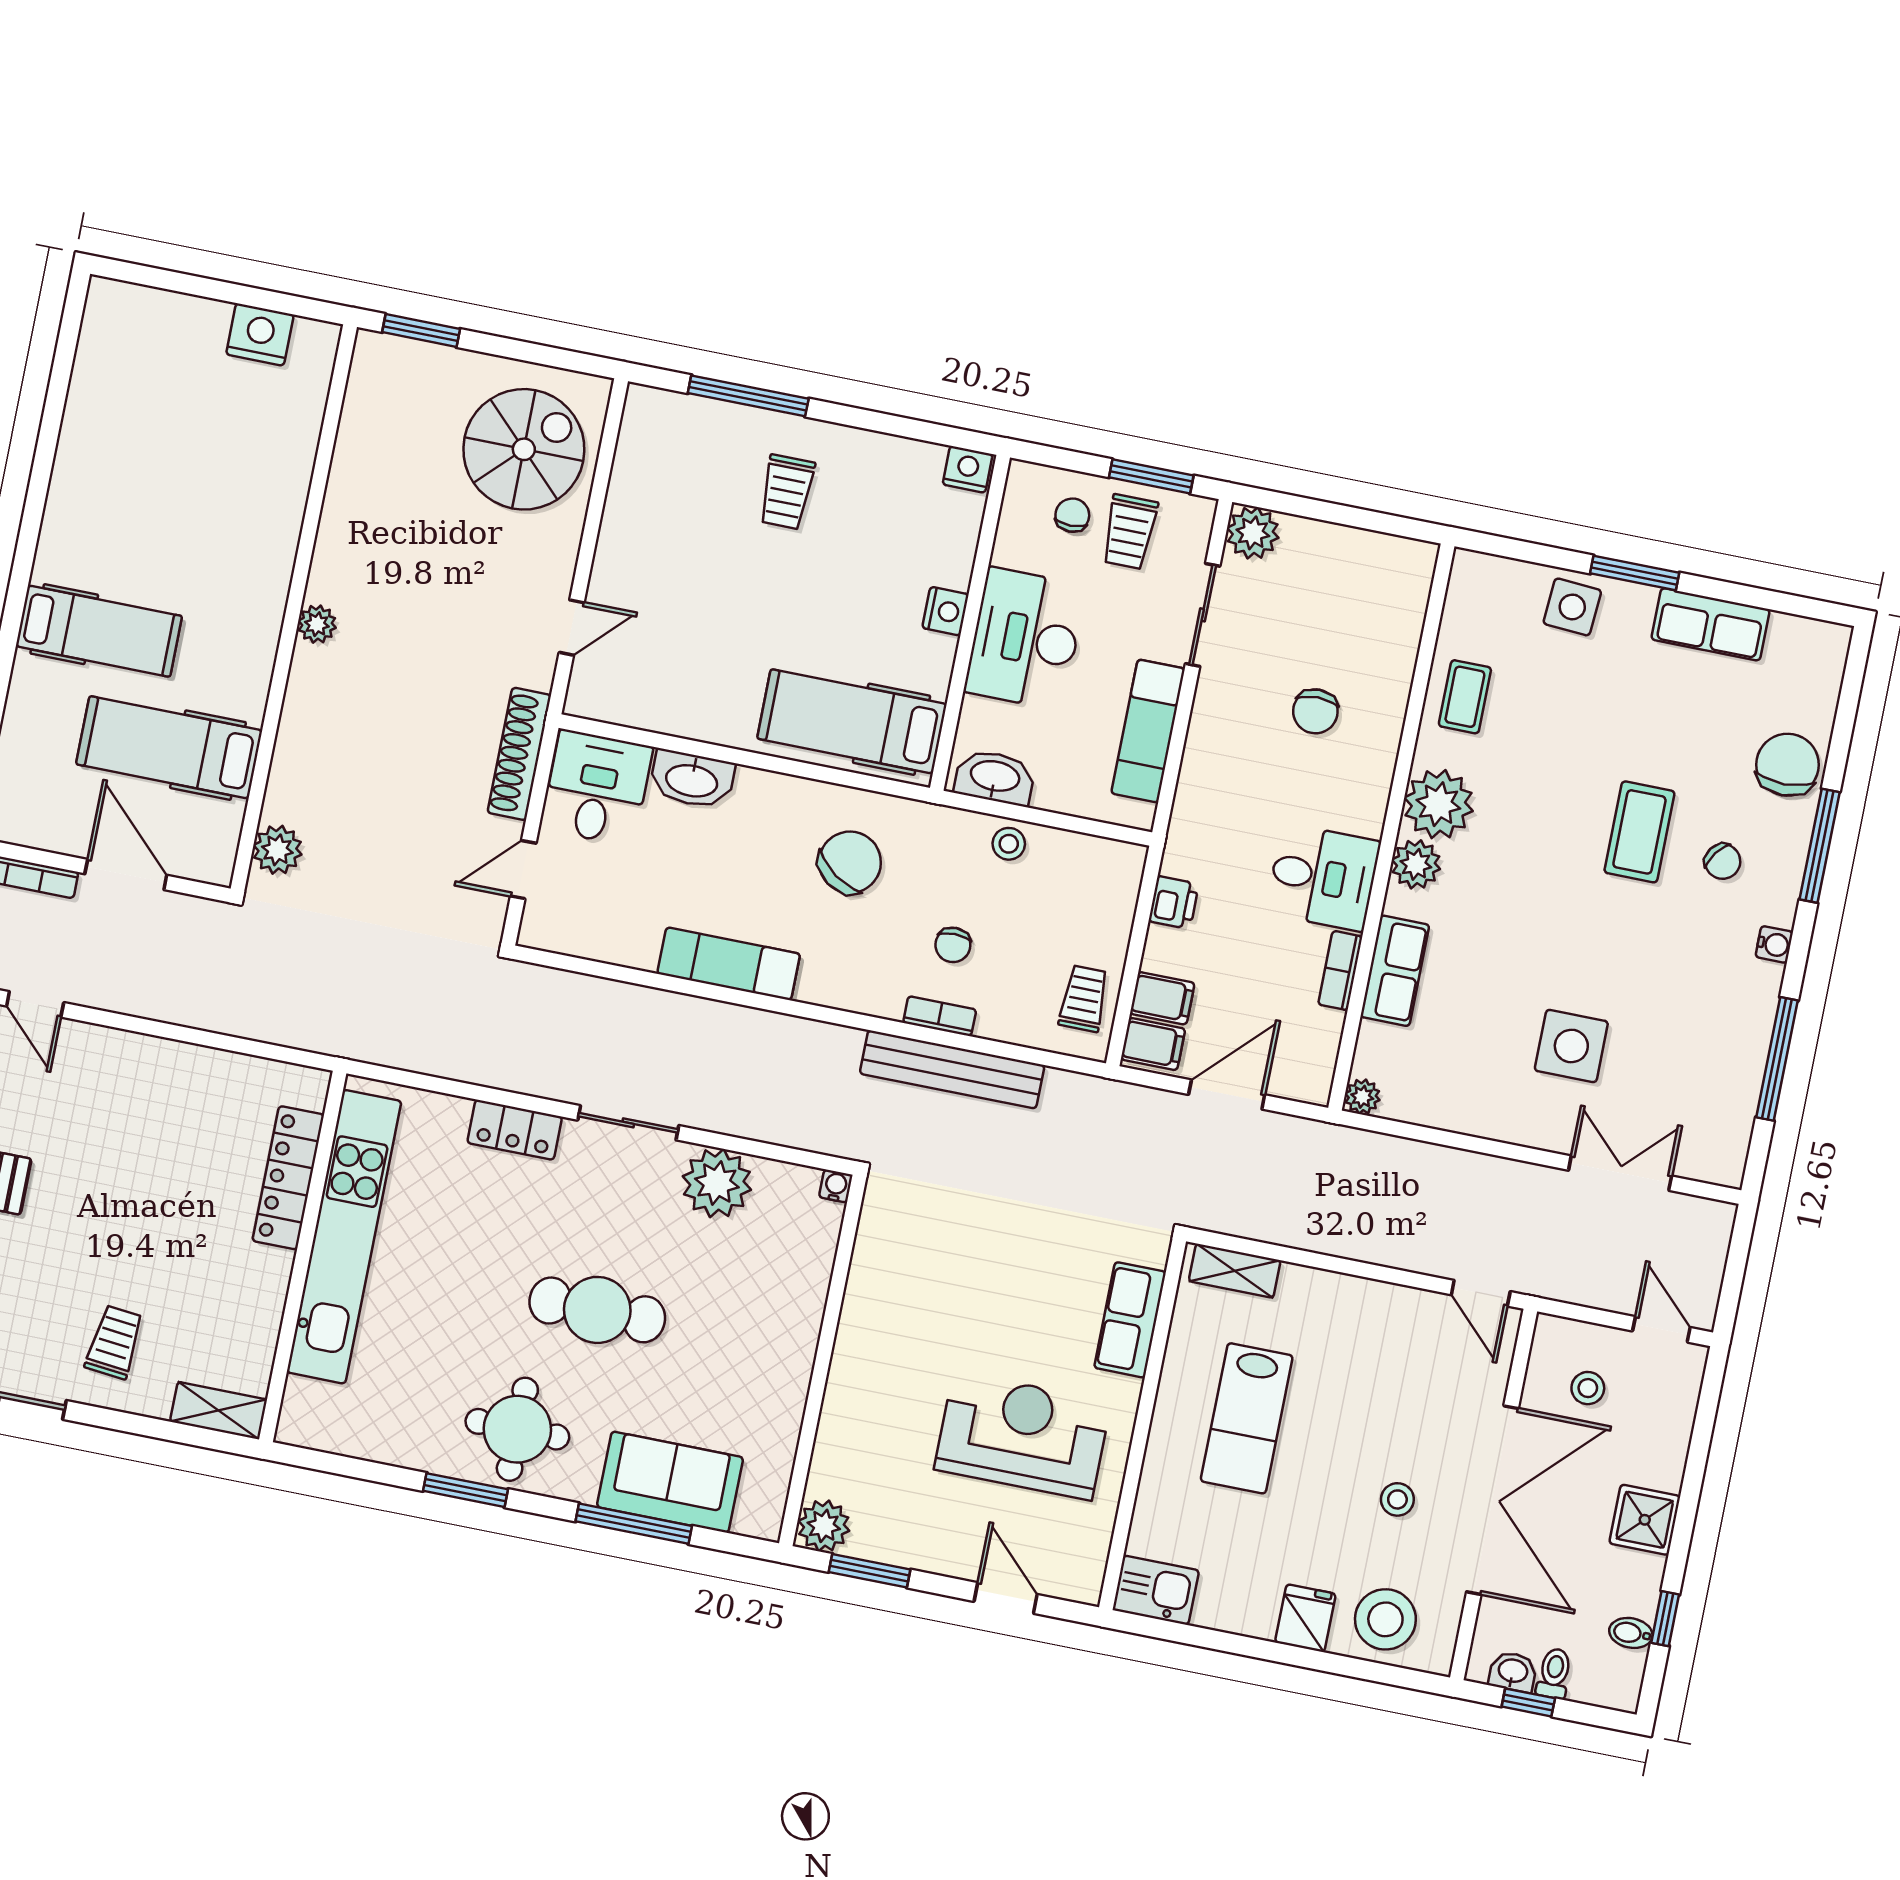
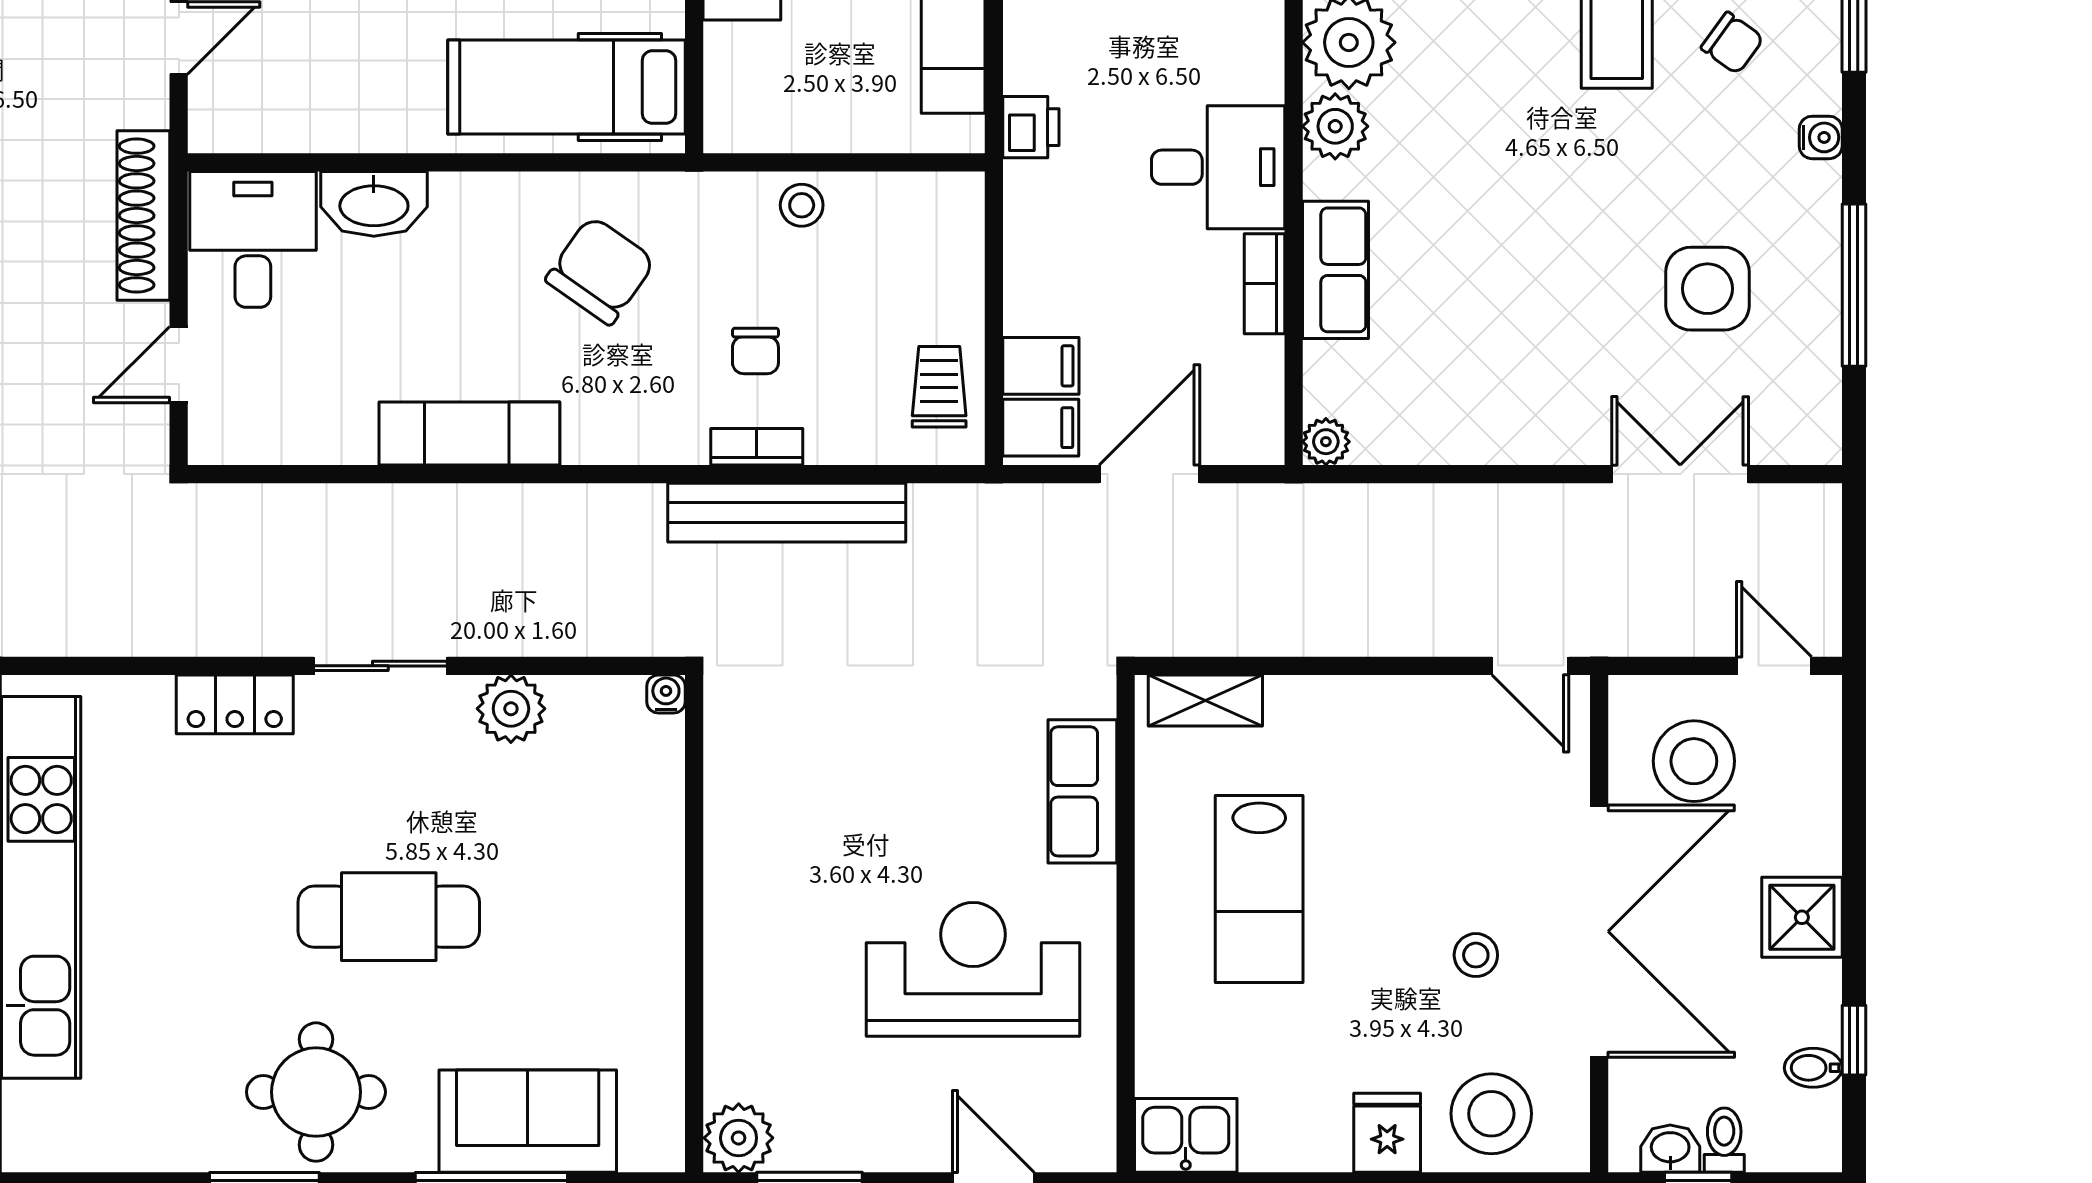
washbasin: (995, 777) -> (766, 123), removed
printer: (1174, 902) -> (1031, 127), moved
side table: (1571, 1046) -> (1708, 289), moved
plant: (717, 1183) -> (511, 709), width x0.73, depth x0.73
stool: (1588, 1388) -> (1694, 761), width x1.89, depth x1.89

